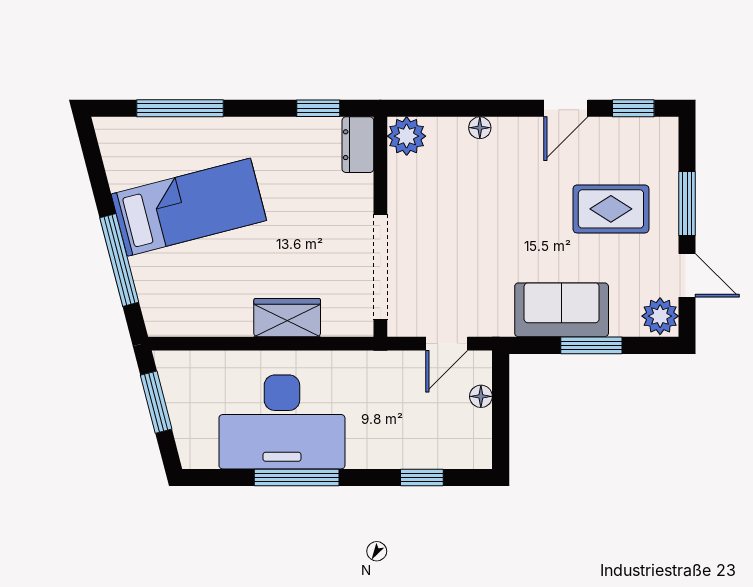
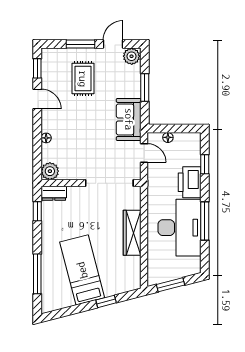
window: (119, 260) -> (106, 301), width x0.46
sofa: (562, 310) -> (129, 119), moved
wardrobe: (287, 318) -> (132, 233), width x1.50
printer: (382, 444) -> (190, 182), added

